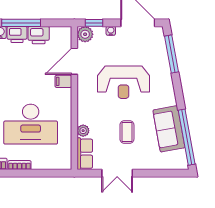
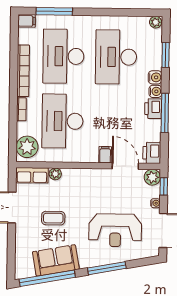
printer: (39, 35) -> (152, 153), moved
window: (171, 54) -> (107, 268), moved
reception desk: (124, 82) -> (115, 230), moved, turned -90
plant: (57, 159) -> (27, 147), added

